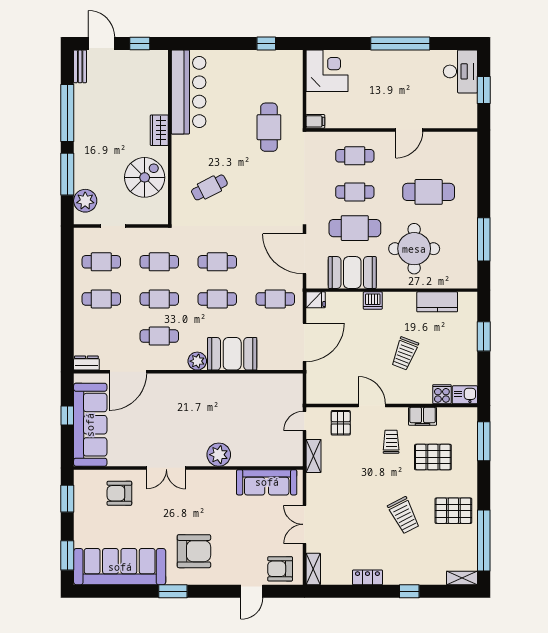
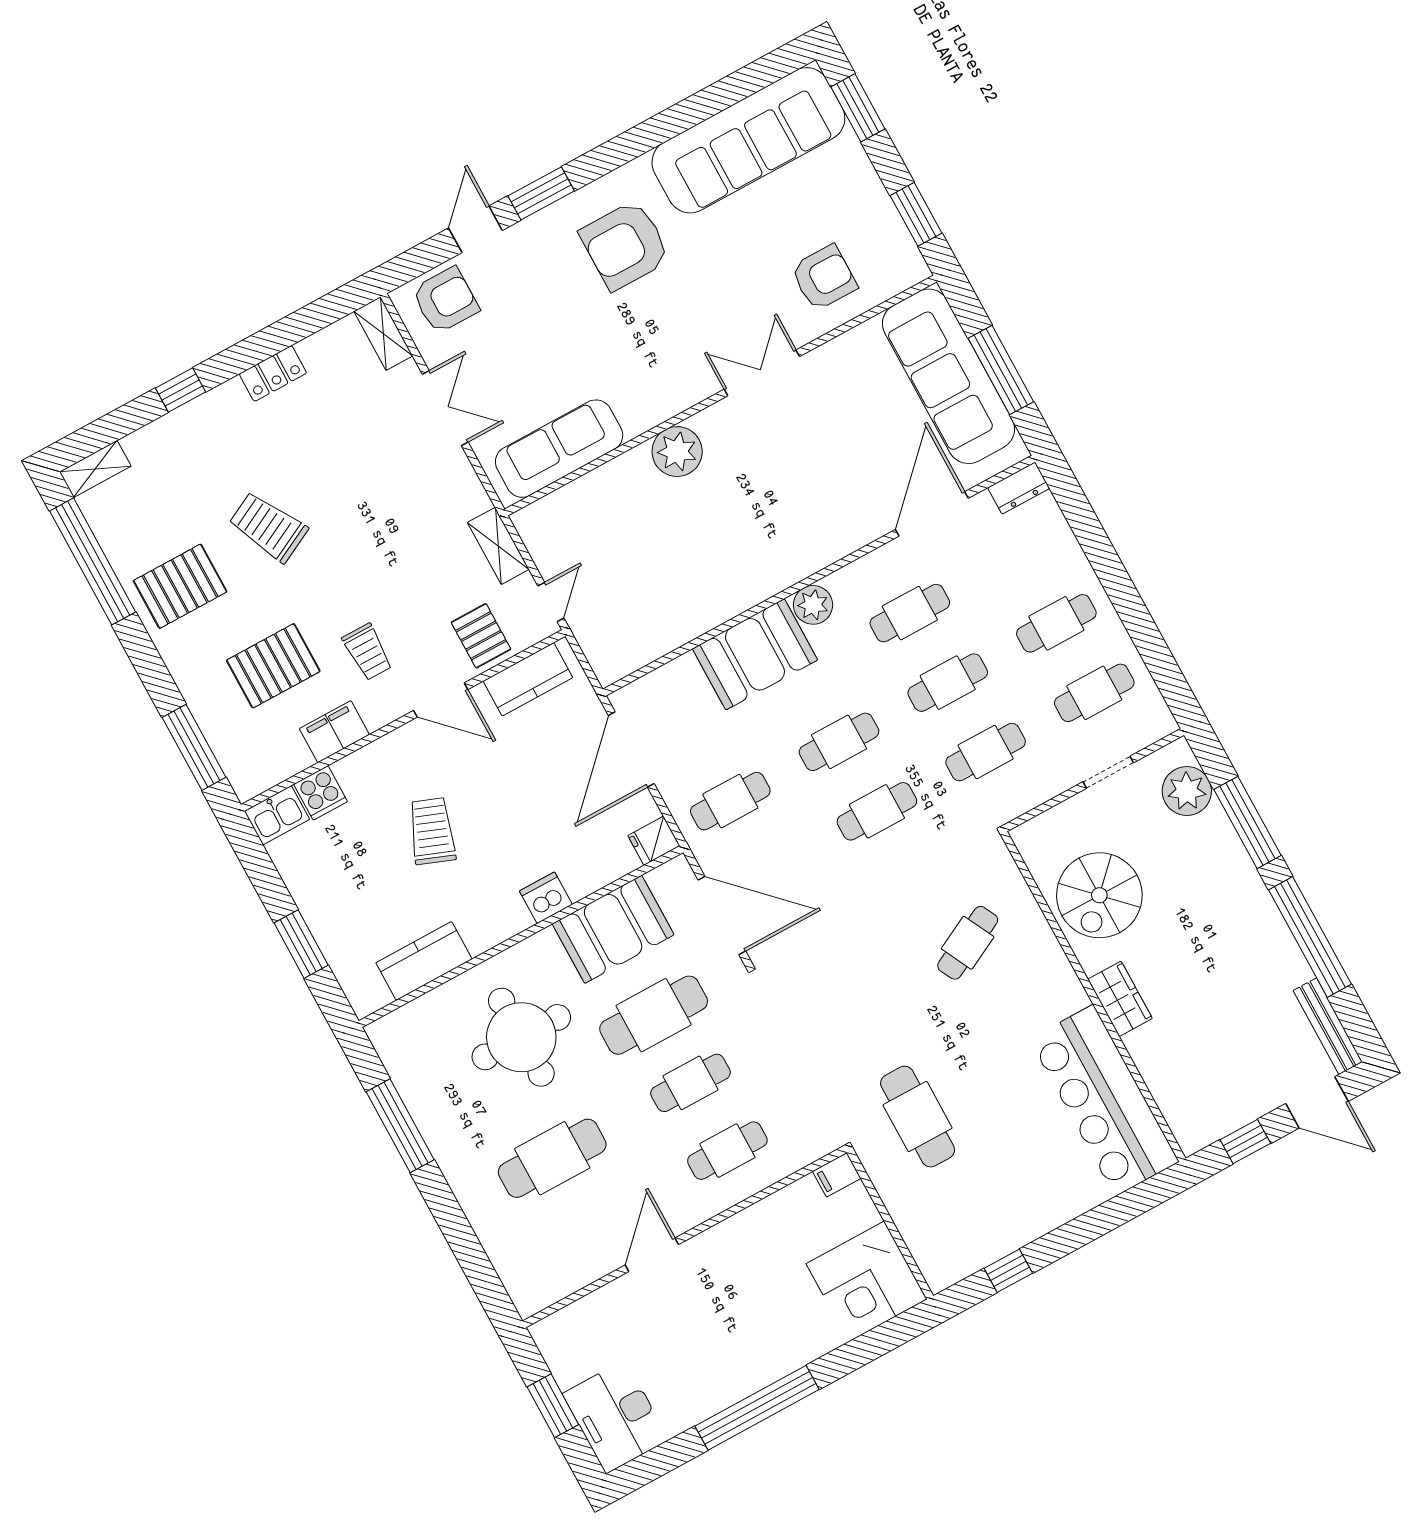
bench: (80, 66) -> (1328, 1026), width x1.36
kitchen counter: (331, 394) -> (528, 679), added
window: (67, 416) -> (1001, 370), width x2.17
window: (173, 591) -> (541, 193), moved

